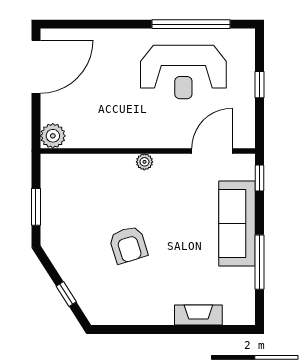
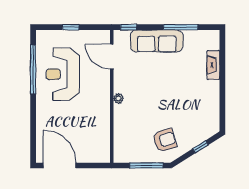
reception desk: (183, 72) -> (63, 74), turned 180
plant: (53, 136) -> (102, 155), removed
window: (36, 207) -> (146, 166), width x1.44
armchair: (128, 245) -> (165, 140), moved

